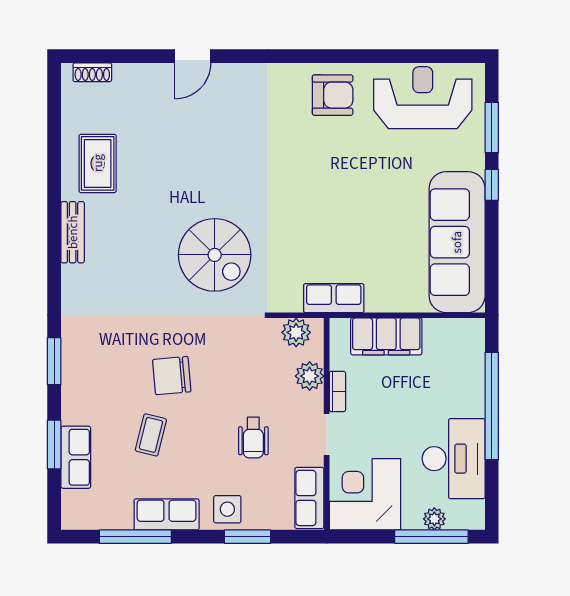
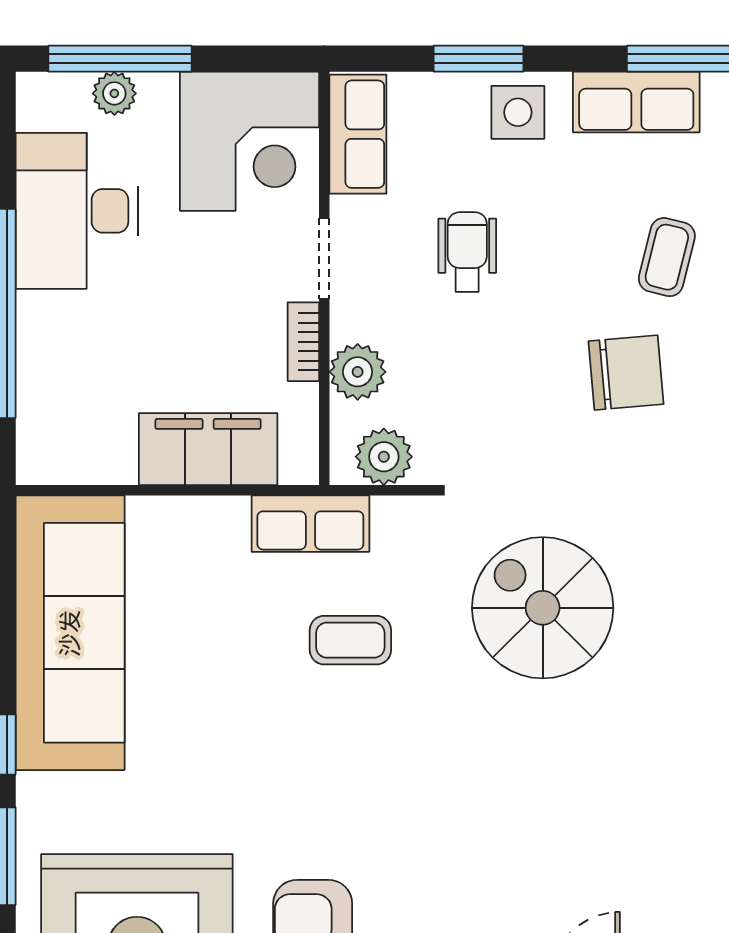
coffee table: (313, 238) -> (350, 640), added

